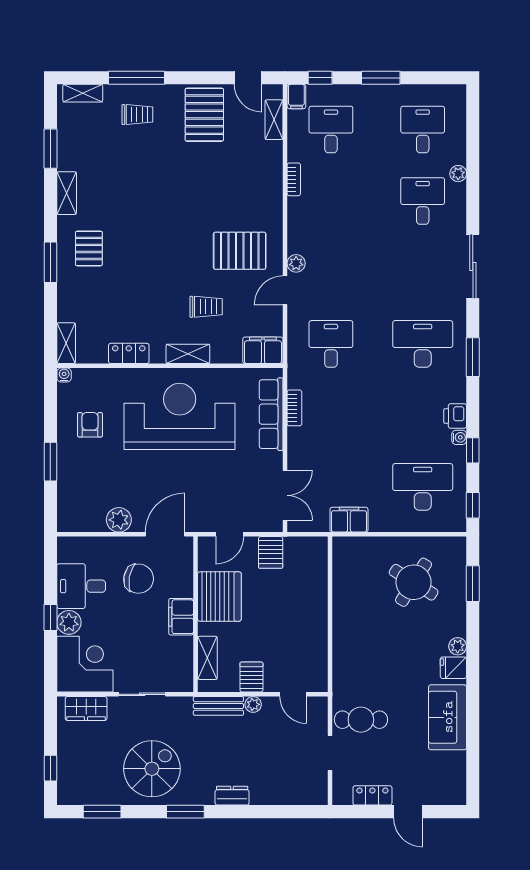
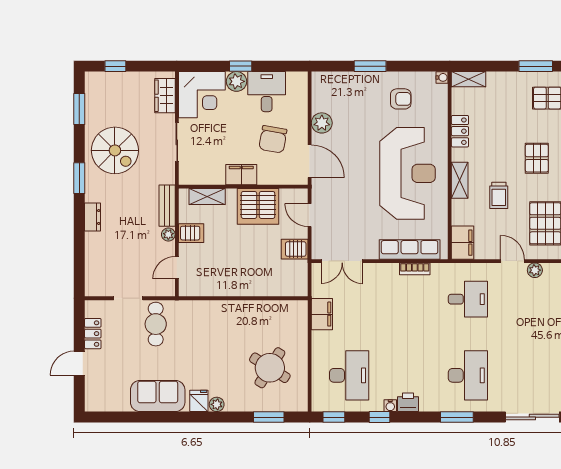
pallet: (161, 261) -> (537, 158), added

